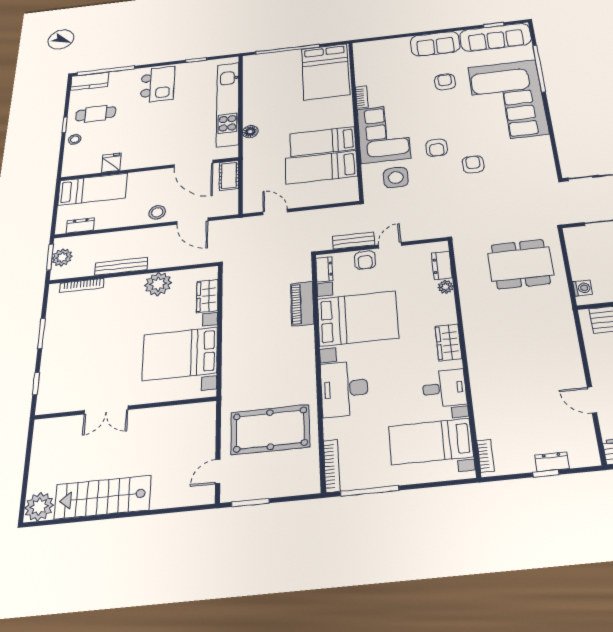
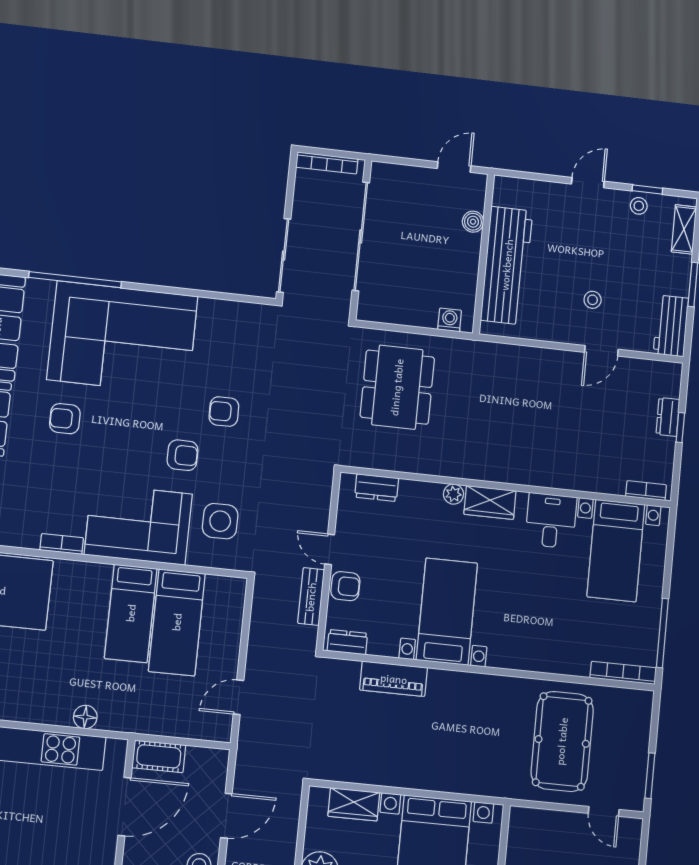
plant: (446, 287) -> (453, 494), moved
bed with nightstands: (358, 318) -> (447, 612), width x0.73
desk: (344, 389) -> (526, 642), removed

